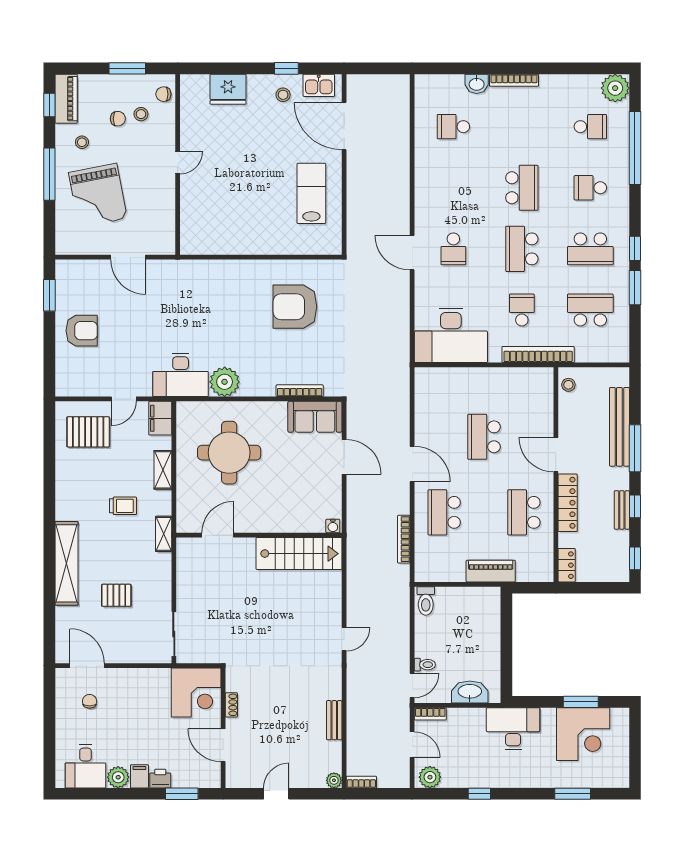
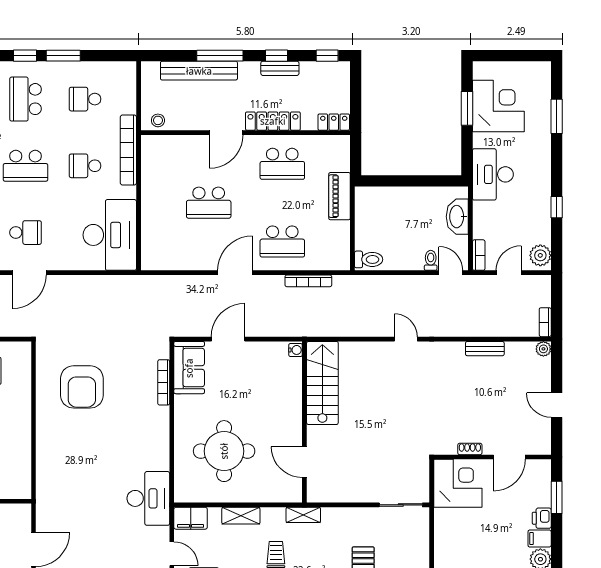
school desk: (590, 249) -> (25, 99), turned 180
school desk: (590, 310) -> (85, 99), width x0.54
plant: (225, 382) -> (155, 456), removed

